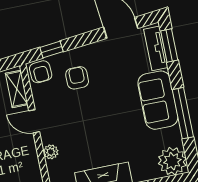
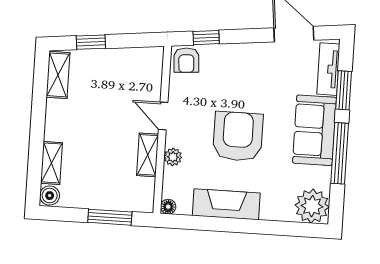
window: (169, 45) -> (344, 90), moved
armchair: (77, 78) -> (238, 136), moved, width x1.88, depth x1.88
shelving: (17, 89) -> (148, 155), moved

